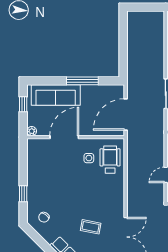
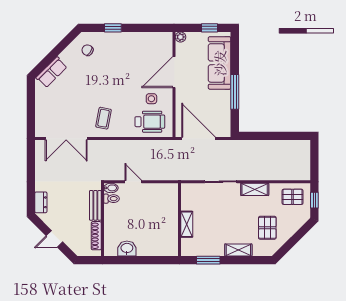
door: (64, 137) -> (174, 72), swing flipped
coffee table: (91, 227) -> (104, 118), moved

